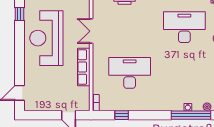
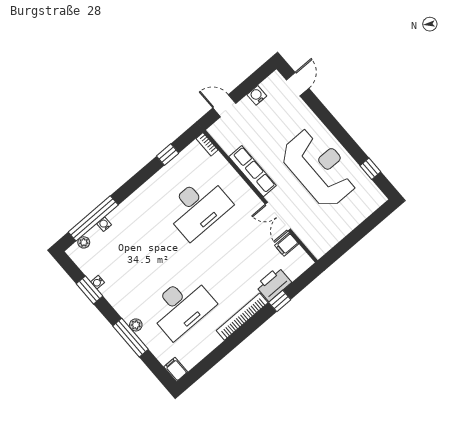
filing cabinet: (99, 12) -> (287, 245), added
double door: (91, 31) -> (278, 217), swing flipped
water cooler: (46, 106) -> (257, 95), added

